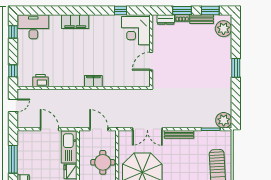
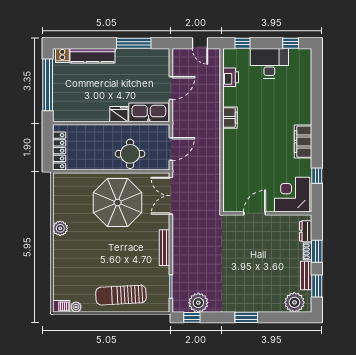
filing cabinet: (75, 22) -> (303, 142), moved
desk: (33, 27) -> (269, 63), moved, turned -90
door: (151, 61) -> (255, 213), hinge flipped
filing cabinet: (93, 81) -> (230, 118), moved
window: (236, 112) -> (192, 317), added
plant: (224, 120) -> (198, 303), moved
double door: (147, 129) -> (171, 196), moved

